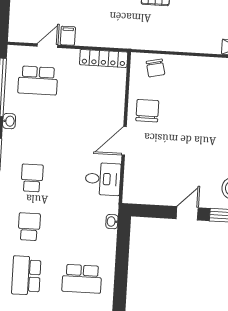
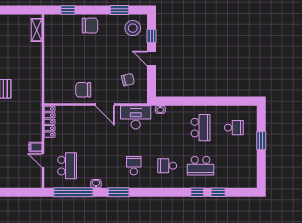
chair: (155, 68) -> (128, 80), moved
school desk: (32, 178) -> (134, 166), turned 90
desk: (103, 179) -> (136, 117), width x1.37

